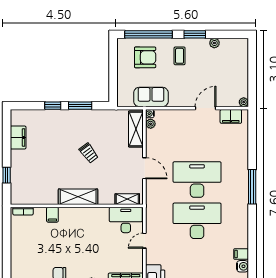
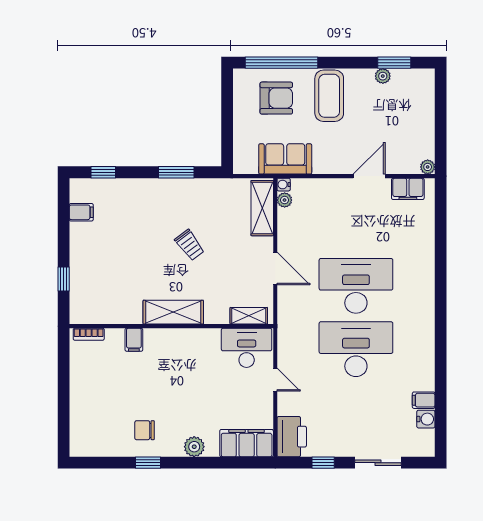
window: (195, 34) -> (394, 63), moved
coffee table: (180, 56) -> (329, 96), width x1.86, depth x1.72
window: (53, 106) -> (103, 172), moved
filing cabinet: (18, 137) -> (81, 212), width x0.50
window: (252, 187) -> (441, 297), removed
door: (144, 241) -> (275, 380), swing flipped

